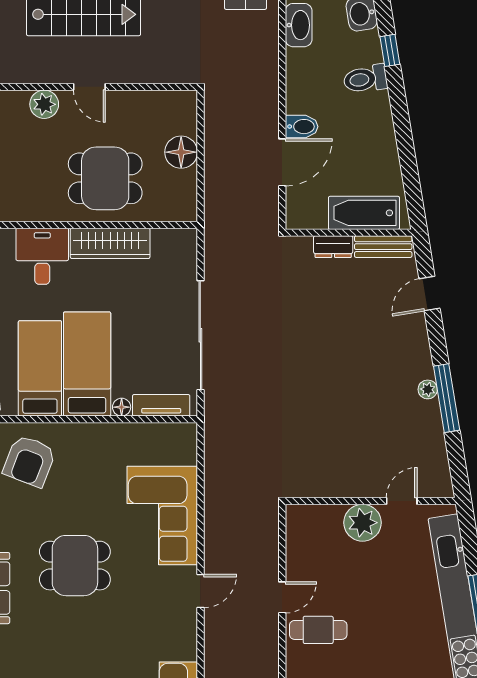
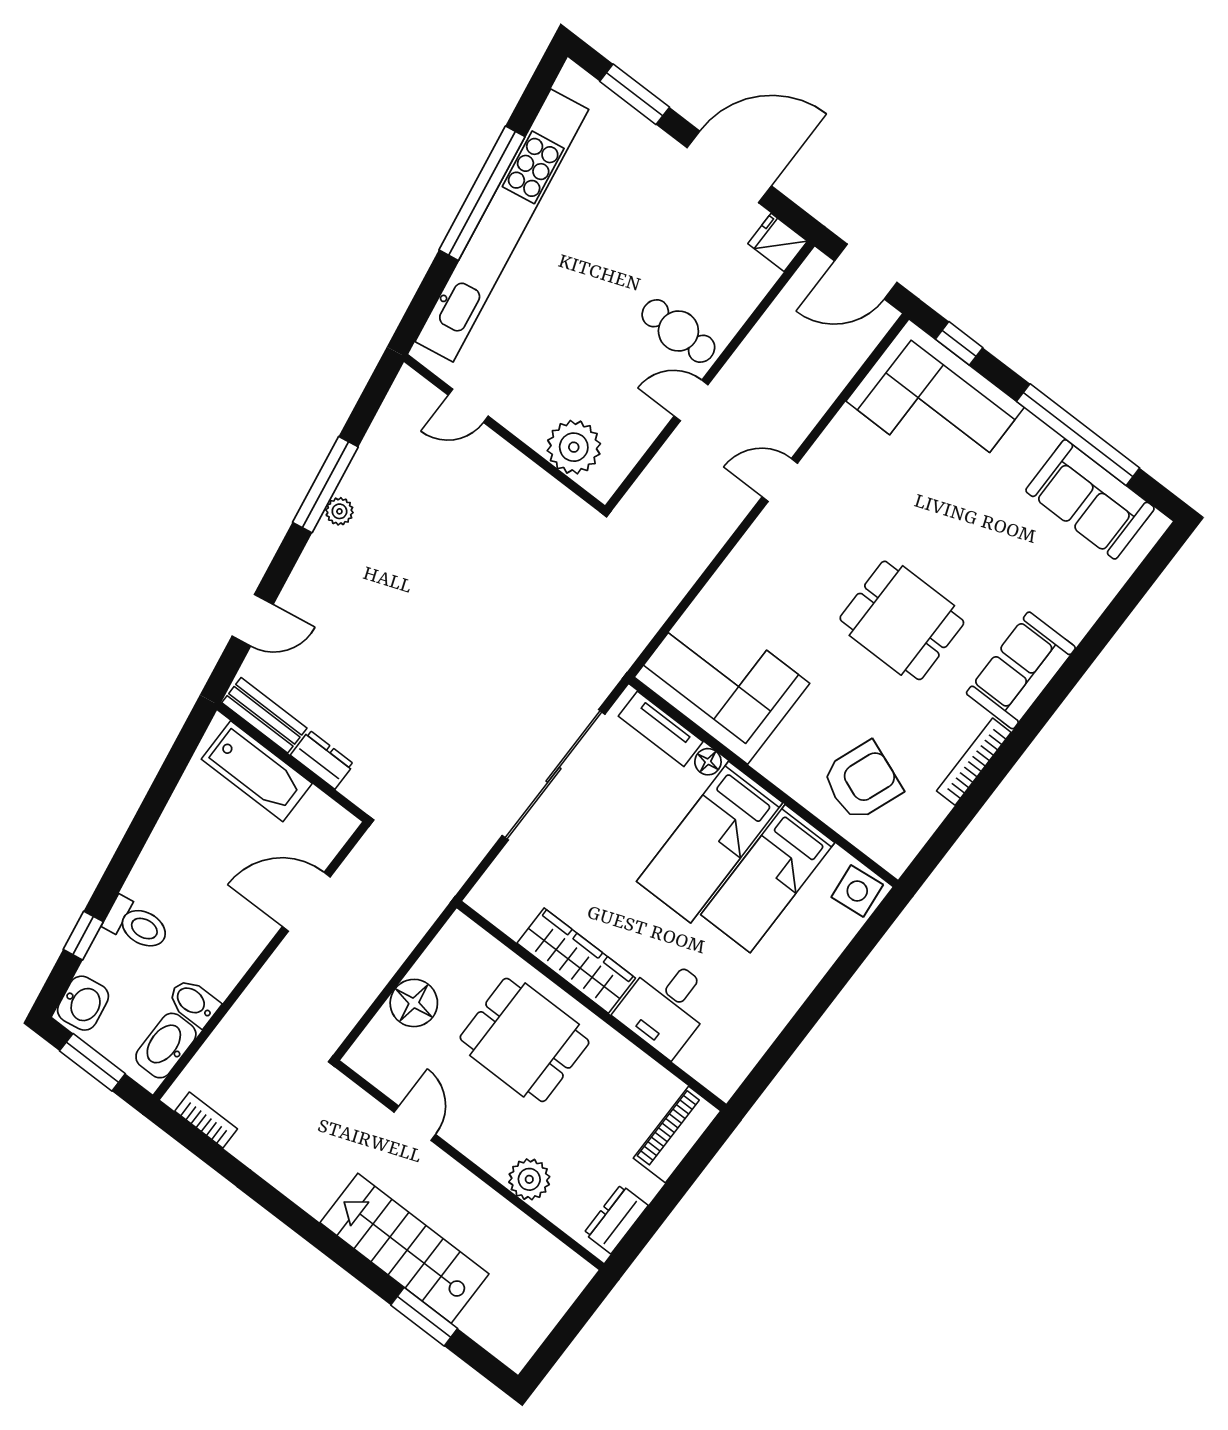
door: (89, 87) -> (415, 1123), moved
bidet: (302, 127) -> (194, 1002), moved
corner sofa: (162, 516) -> (722, 680), moved, turned -90
plant: (363, 523) -> (574, 447), moved

